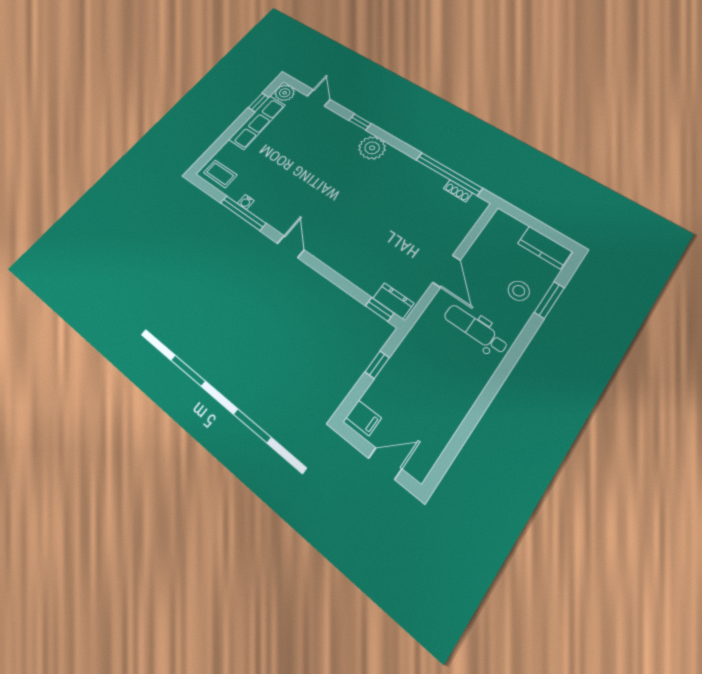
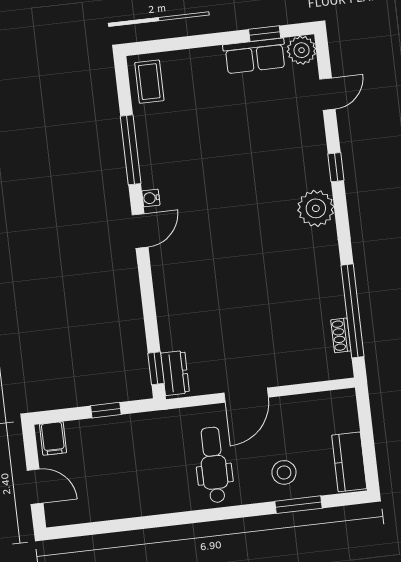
row of seats: (257, 122) -> (255, 56), width x0.68
water cooler: (246, 202) -> (151, 198), moved

